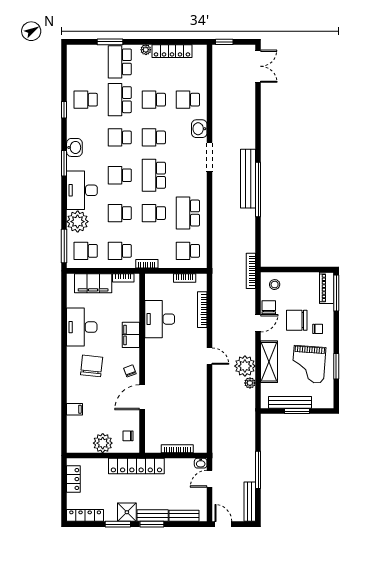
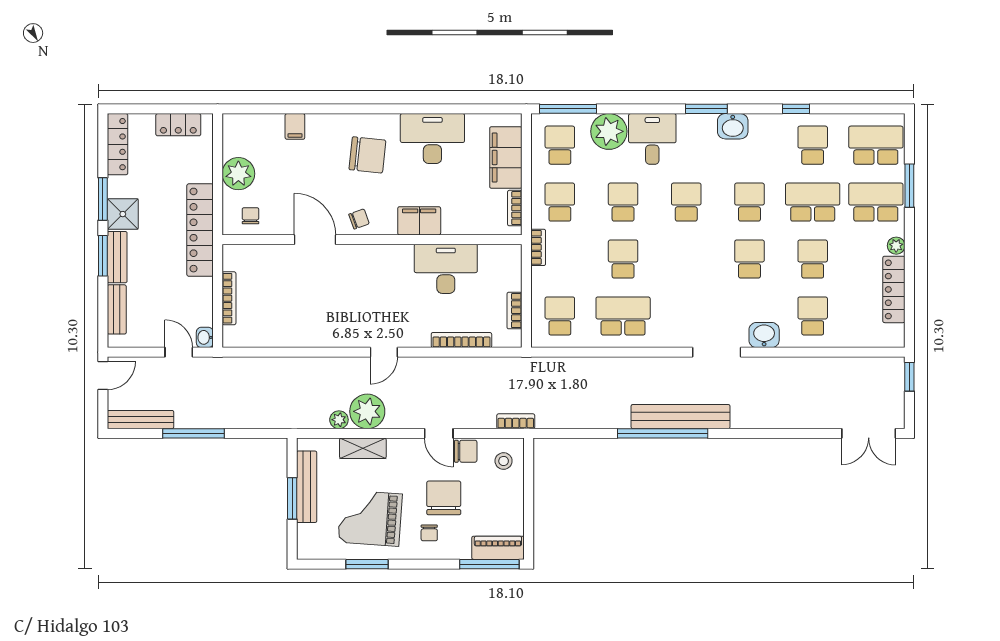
school desk: (154, 175) -> (876, 145), moved
desk: (82, 190) -> (652, 139), width x0.73
bookcase: (251, 271) -> (516, 421), width x0.64
shelving: (269, 362) -> (363, 448), width x0.67, depth x0.75

